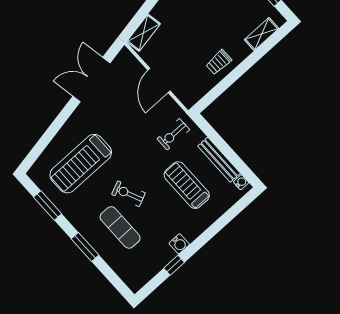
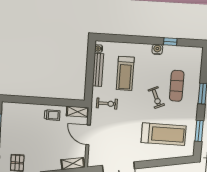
shelving: (262, 34) -> (78, 112), moved
door: (159, 80) -> (88, 135), swing flipped

